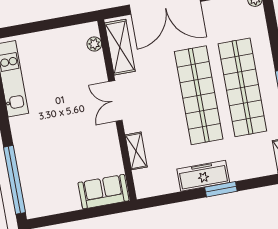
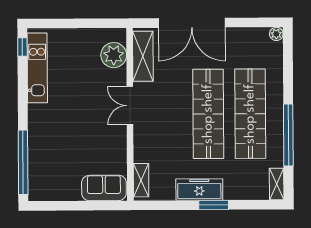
plant: (94, 44) -> (114, 55), width x1.88, depth x1.88
shelving: (136, 151) -> (141, 180), moved

